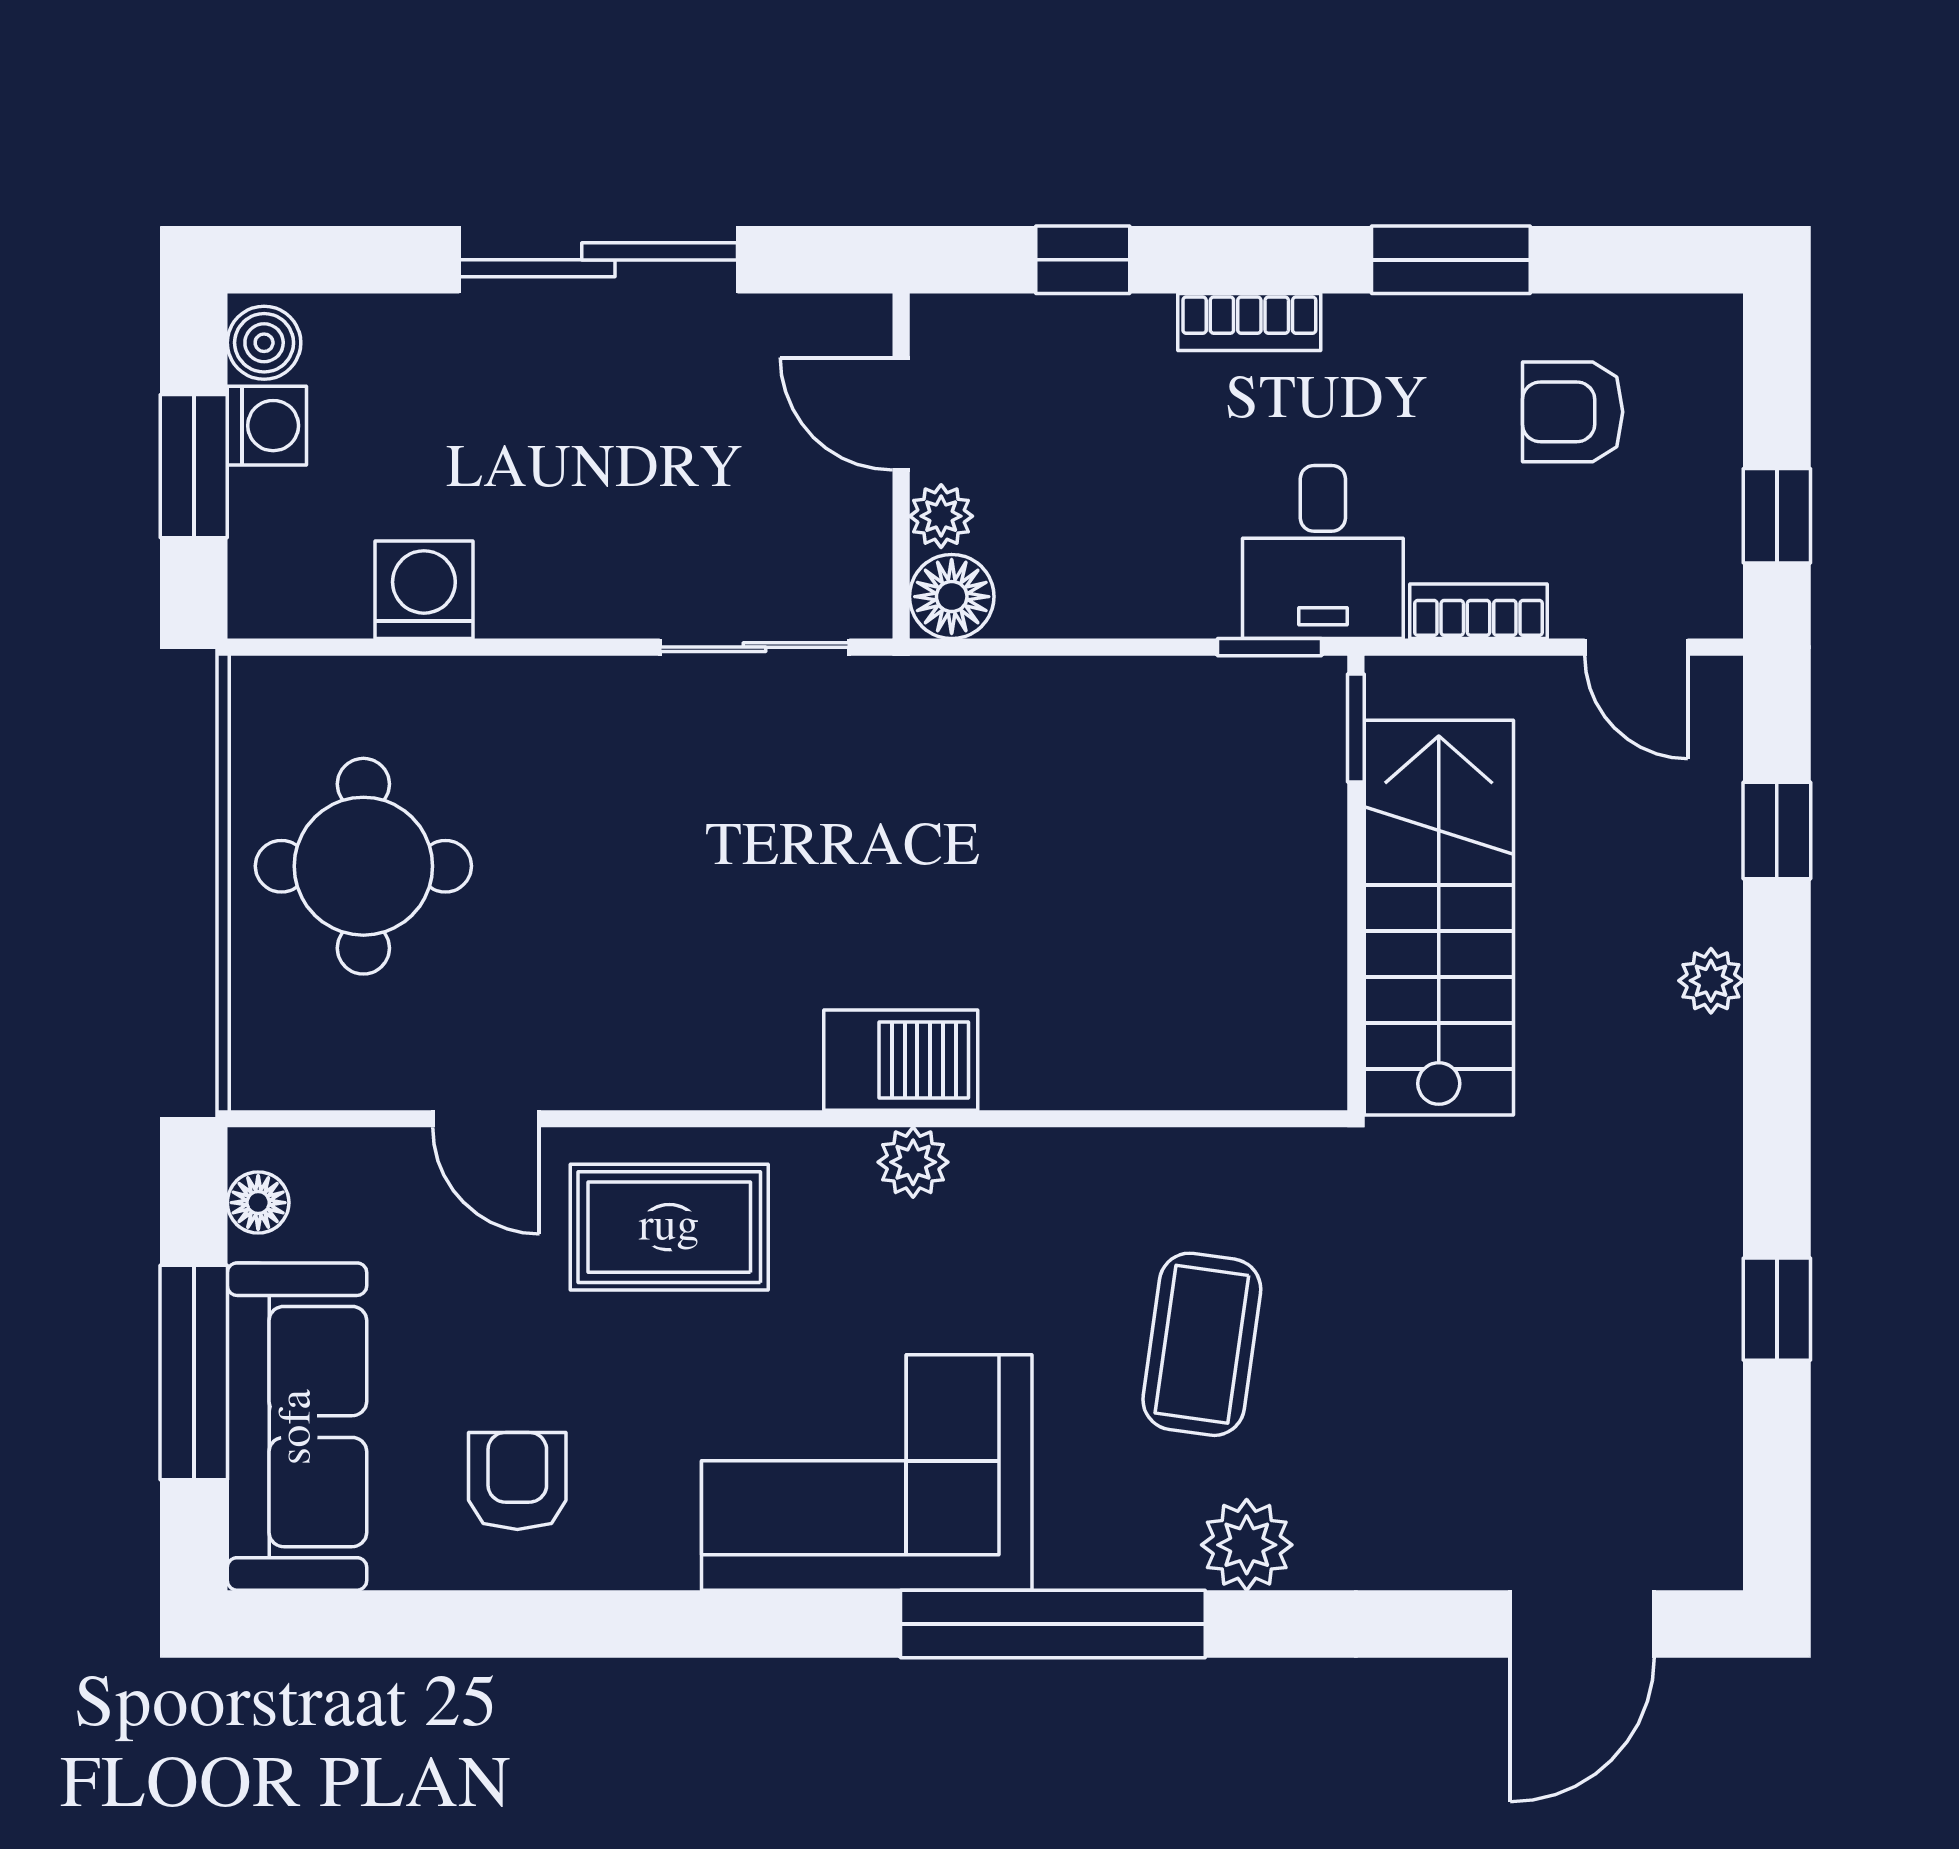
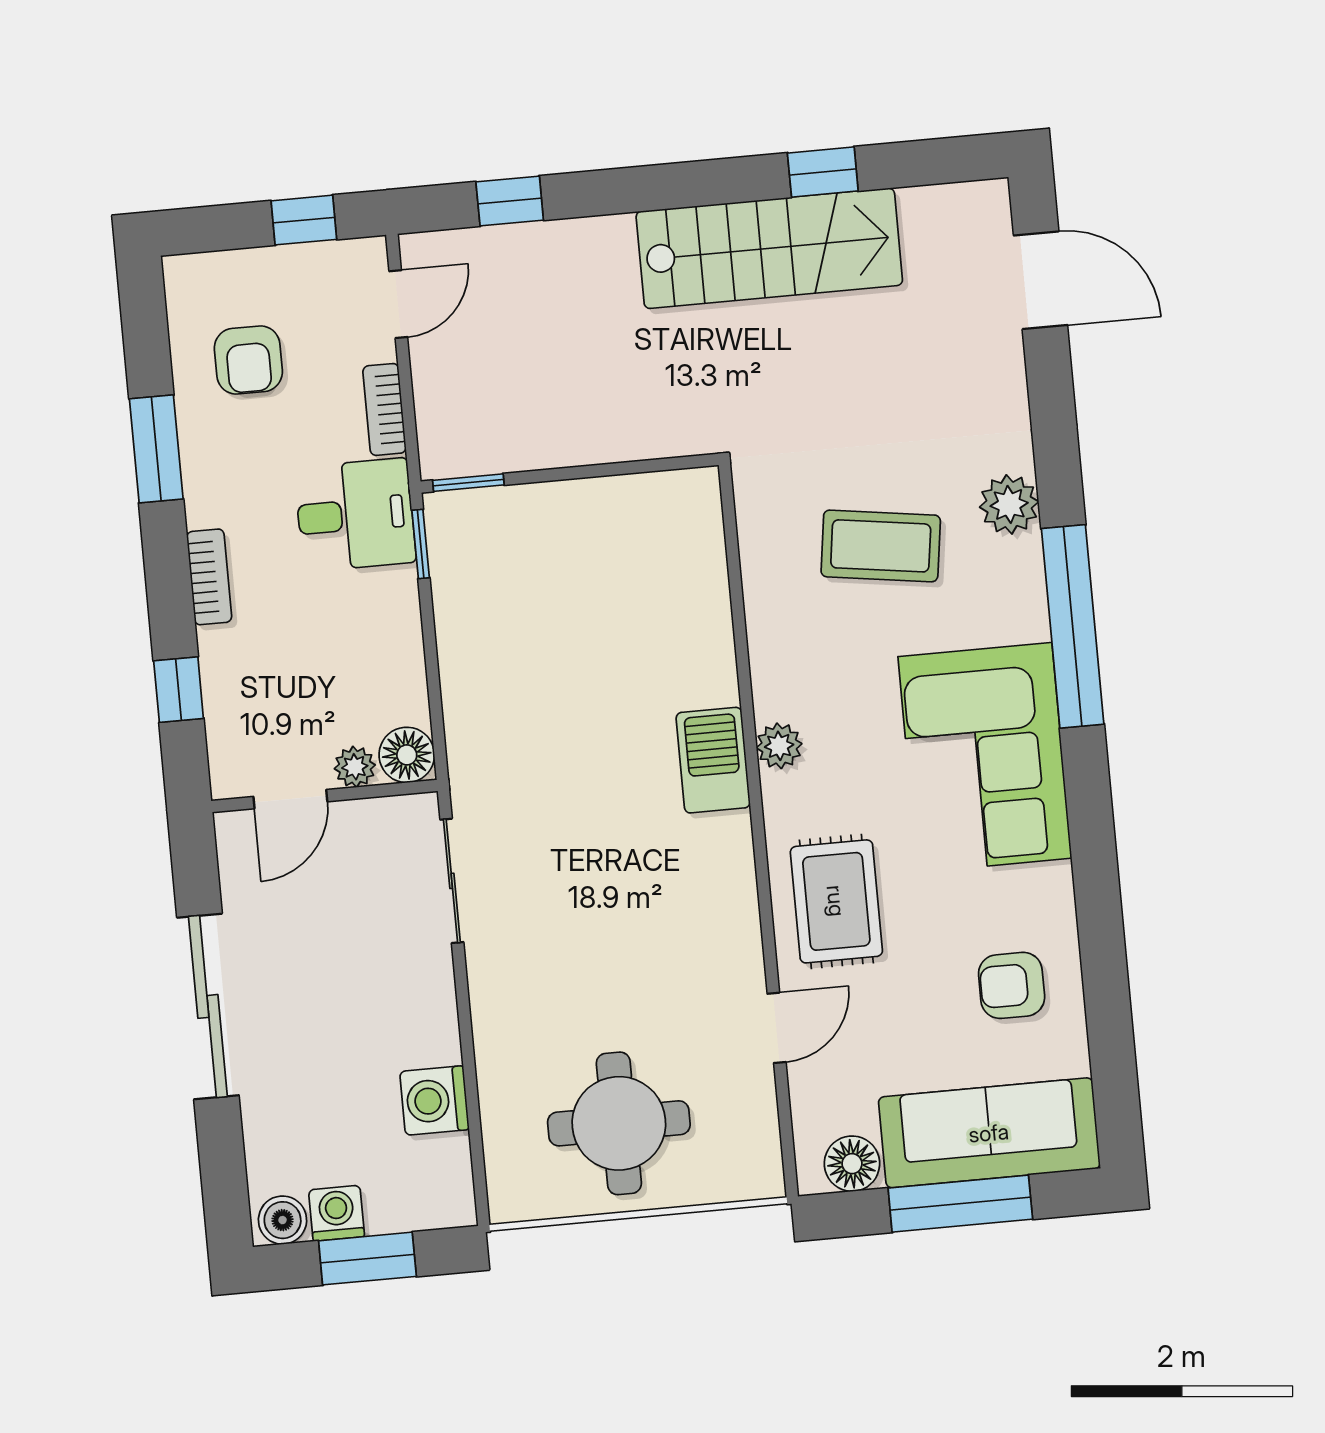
stairs: (1439, 918) -> (769, 248), moved, turned 180
plant: (1711, 981) -> (612, 235), removed
floor lamp: (258, 1203) -> (852, 1164), width x1.37, depth x1.37

